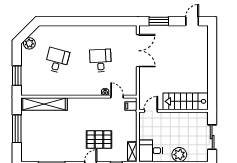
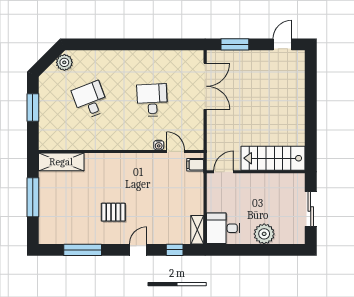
plant: (29, 43) -> (64, 62), moved
desk: (57, 60) -> (90, 100), turned -36
window: (17, 76) -> (33, 107), moved
shelving: (44, 104) -> (61, 162), width x0.68
pallet: (99, 140) -> (113, 212), moved, width x0.67, depth x0.71

